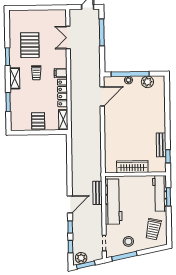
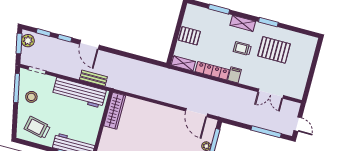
double door: (68, 38) -> (271, 94), swing flipped
wardrobe: (132, 167) -> (115, 111), moved

